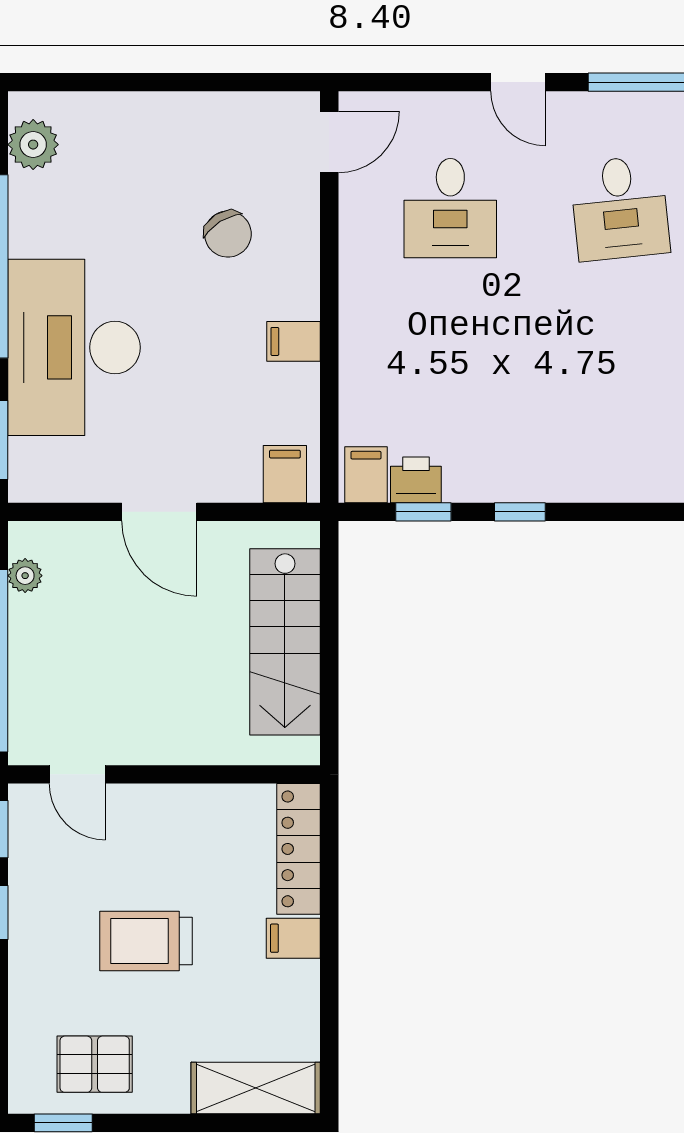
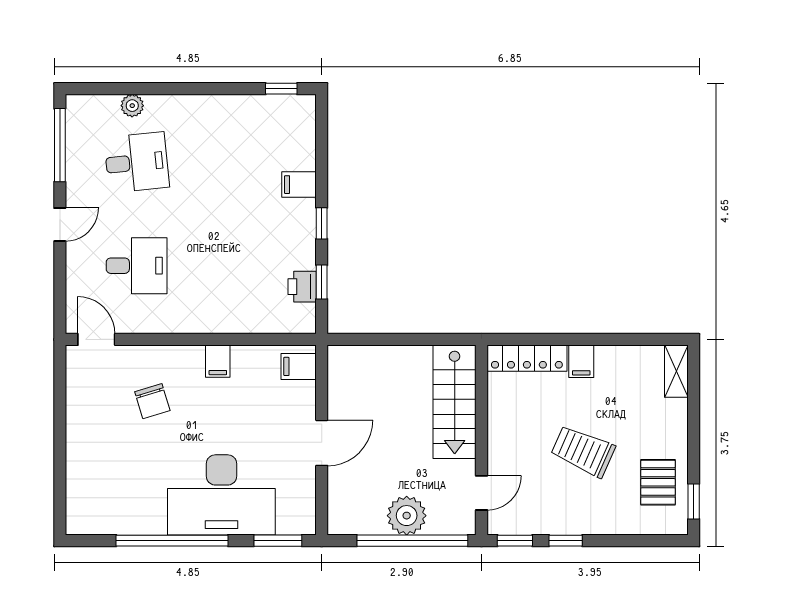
plant: (33, 145) -> (98, 520), removed
chair: (228, 234) -> (152, 401), turned 105
filing cabinet: (366, 475) -> (299, 185), moved
plant: (25, 576) -> (407, 516), moved, width x1.88, depth x1.88
stairs: (285, 642) -> (455, 402), moved, turned 90
trolley: (146, 941) -> (583, 451), turned 114
shelving: (256, 1088) -> (676, 371), width x0.67, depth x0.75

